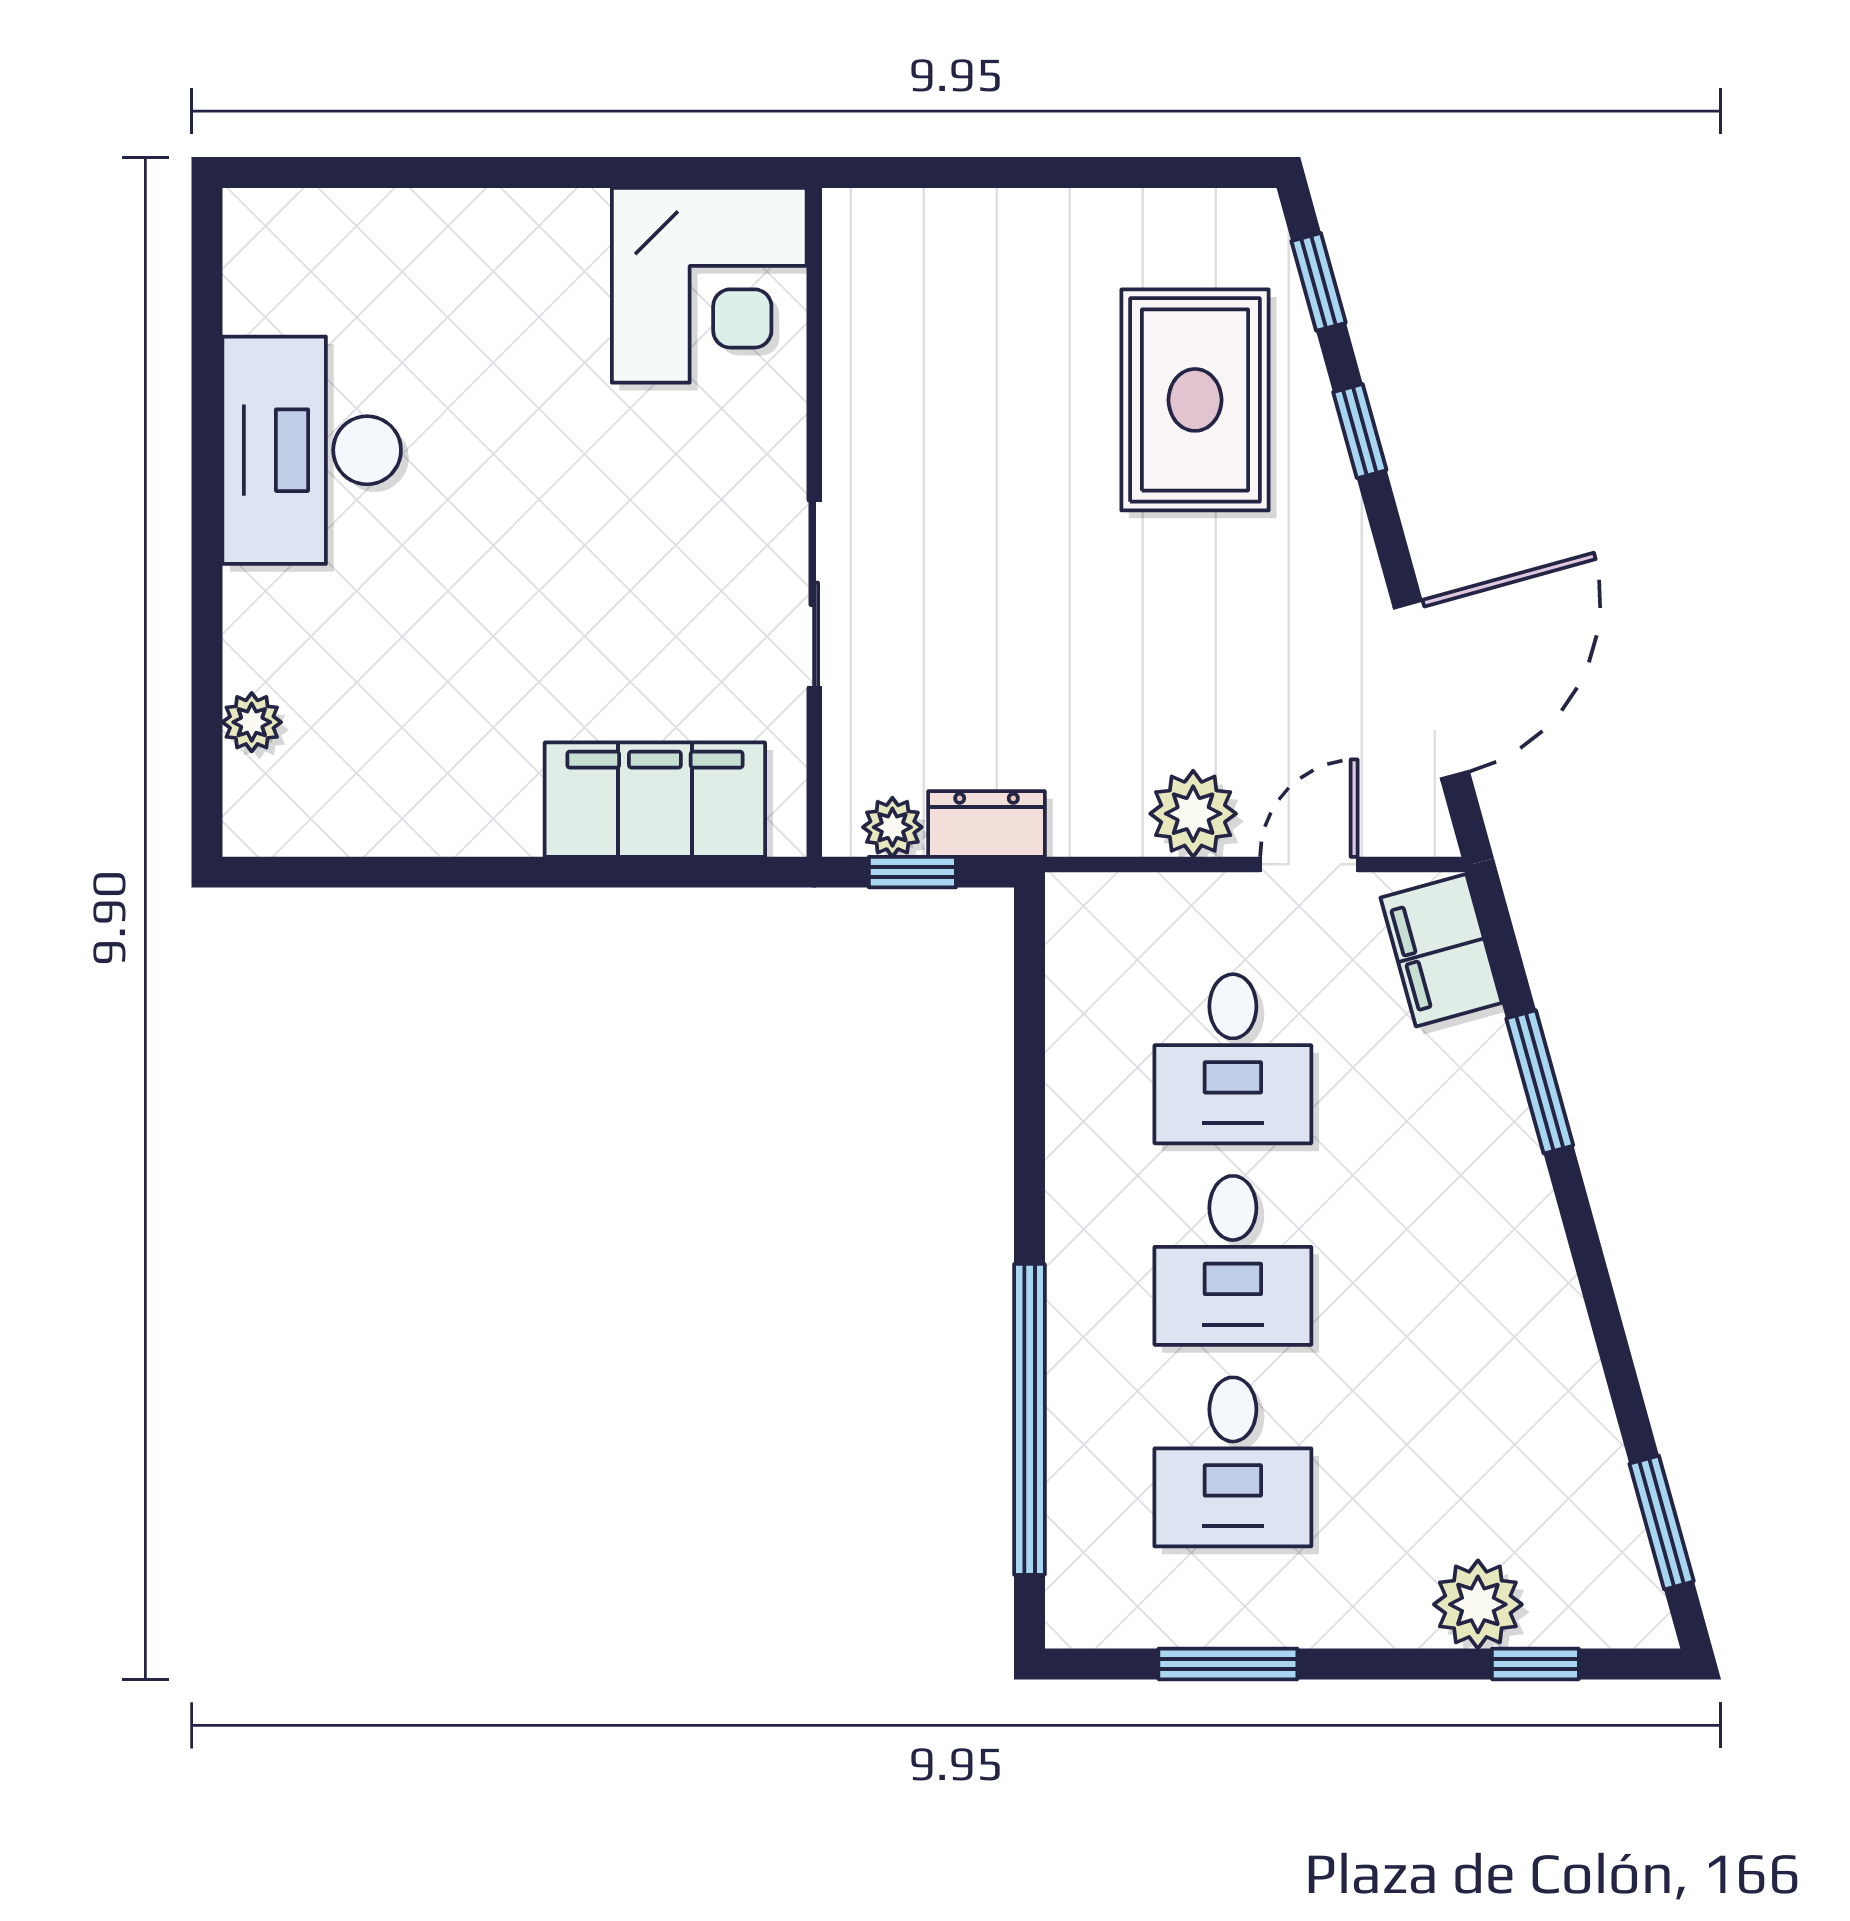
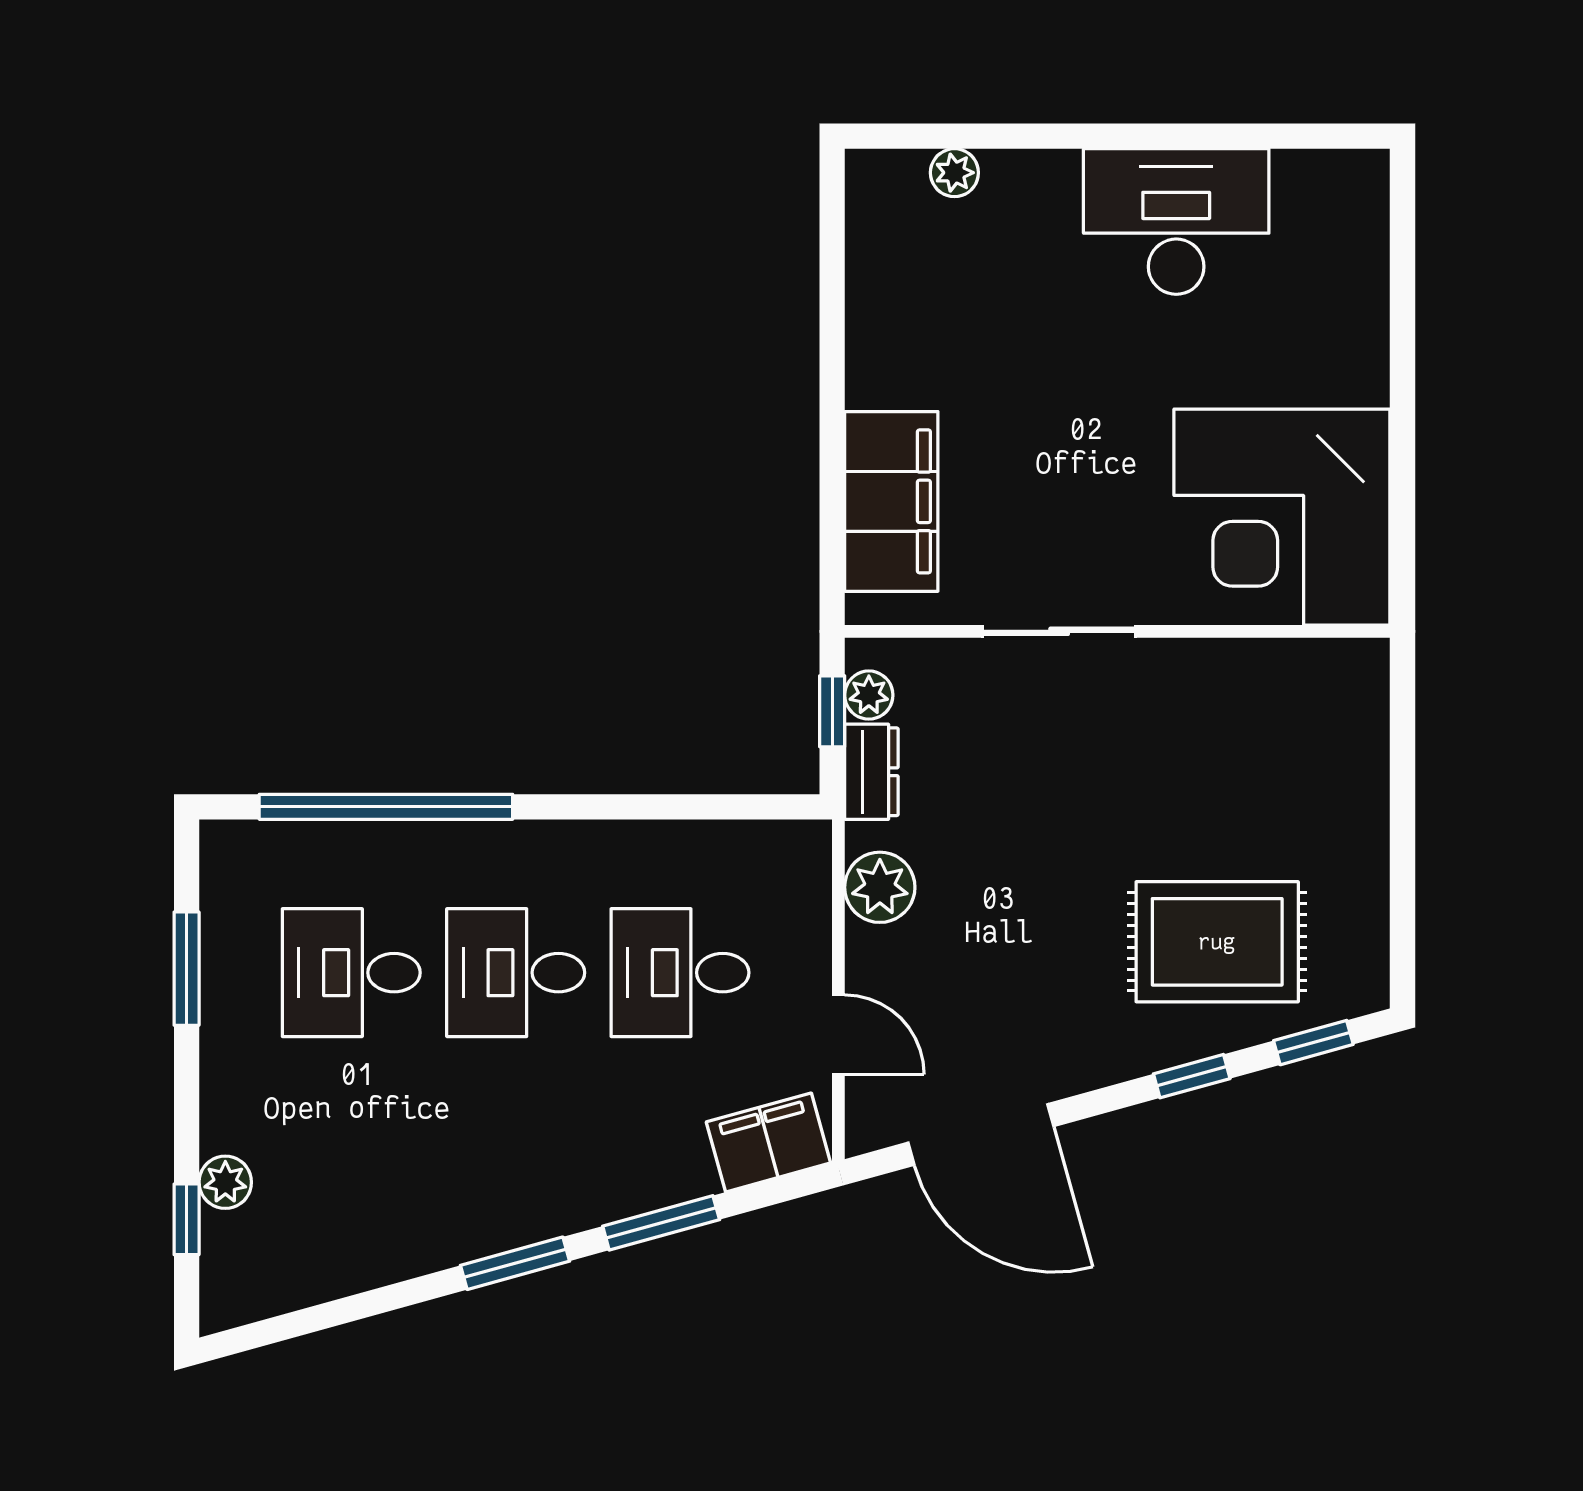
corner desk: (709, 285) -> (1282, 517), width x1.36, depth x1.36
plant: (1193, 814) -> (880, 887), moved
window: (1662, 1523) -> (515, 1263), moved
plant: (1478, 1604) -> (225, 1182), width x0.73, depth x0.73

